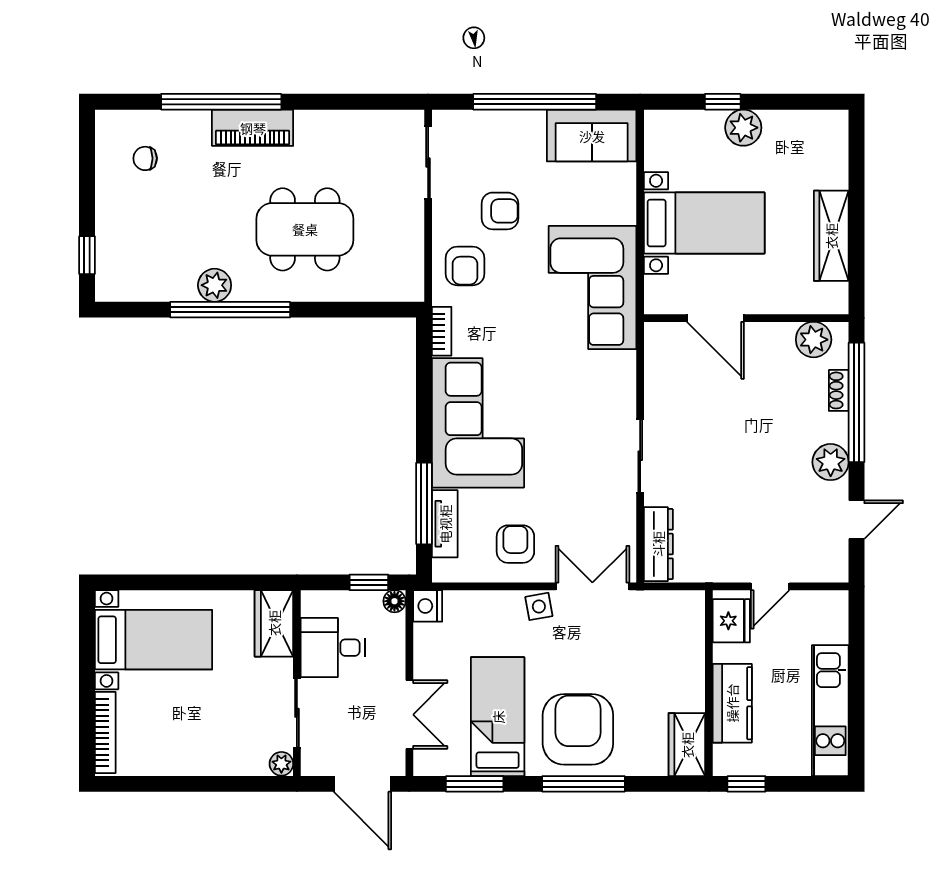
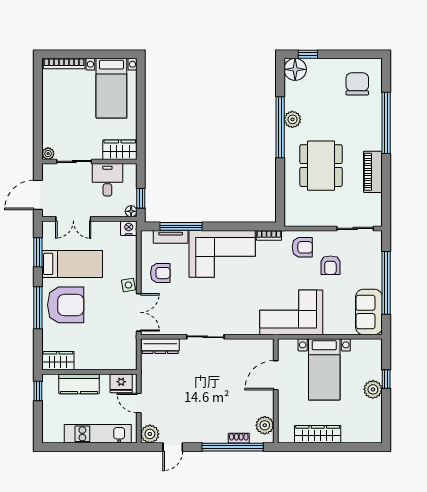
piano: (253, 128) -> (373, 172), moved
chair: (145, 158) -> (357, 84), width x1.87, depth x1.87
armchair: (465, 266) -> (302, 247), turned 180
floor lamp: (117, 280) -> (295, 69), added
plant: (831, 462) -> (150, 434), moved
door: (856, 520) -> (173, 447), hinge flipped
kitchen unit: (830, 711) -> (98, 434), moved

